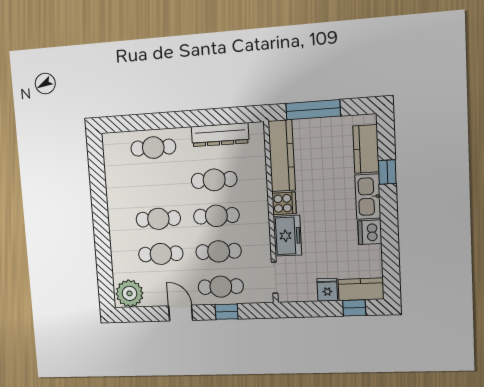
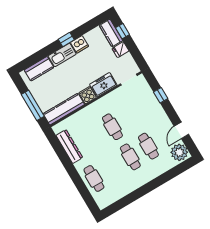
window: (387, 172) -> (66, 39), moved
cafe table: (214, 180) -> (94, 138), removed
cafe table: (219, 251) -> (131, 116), removed
cafe table: (221, 287) -> (149, 105), removed
door: (181, 313) -> (181, 130), moved

